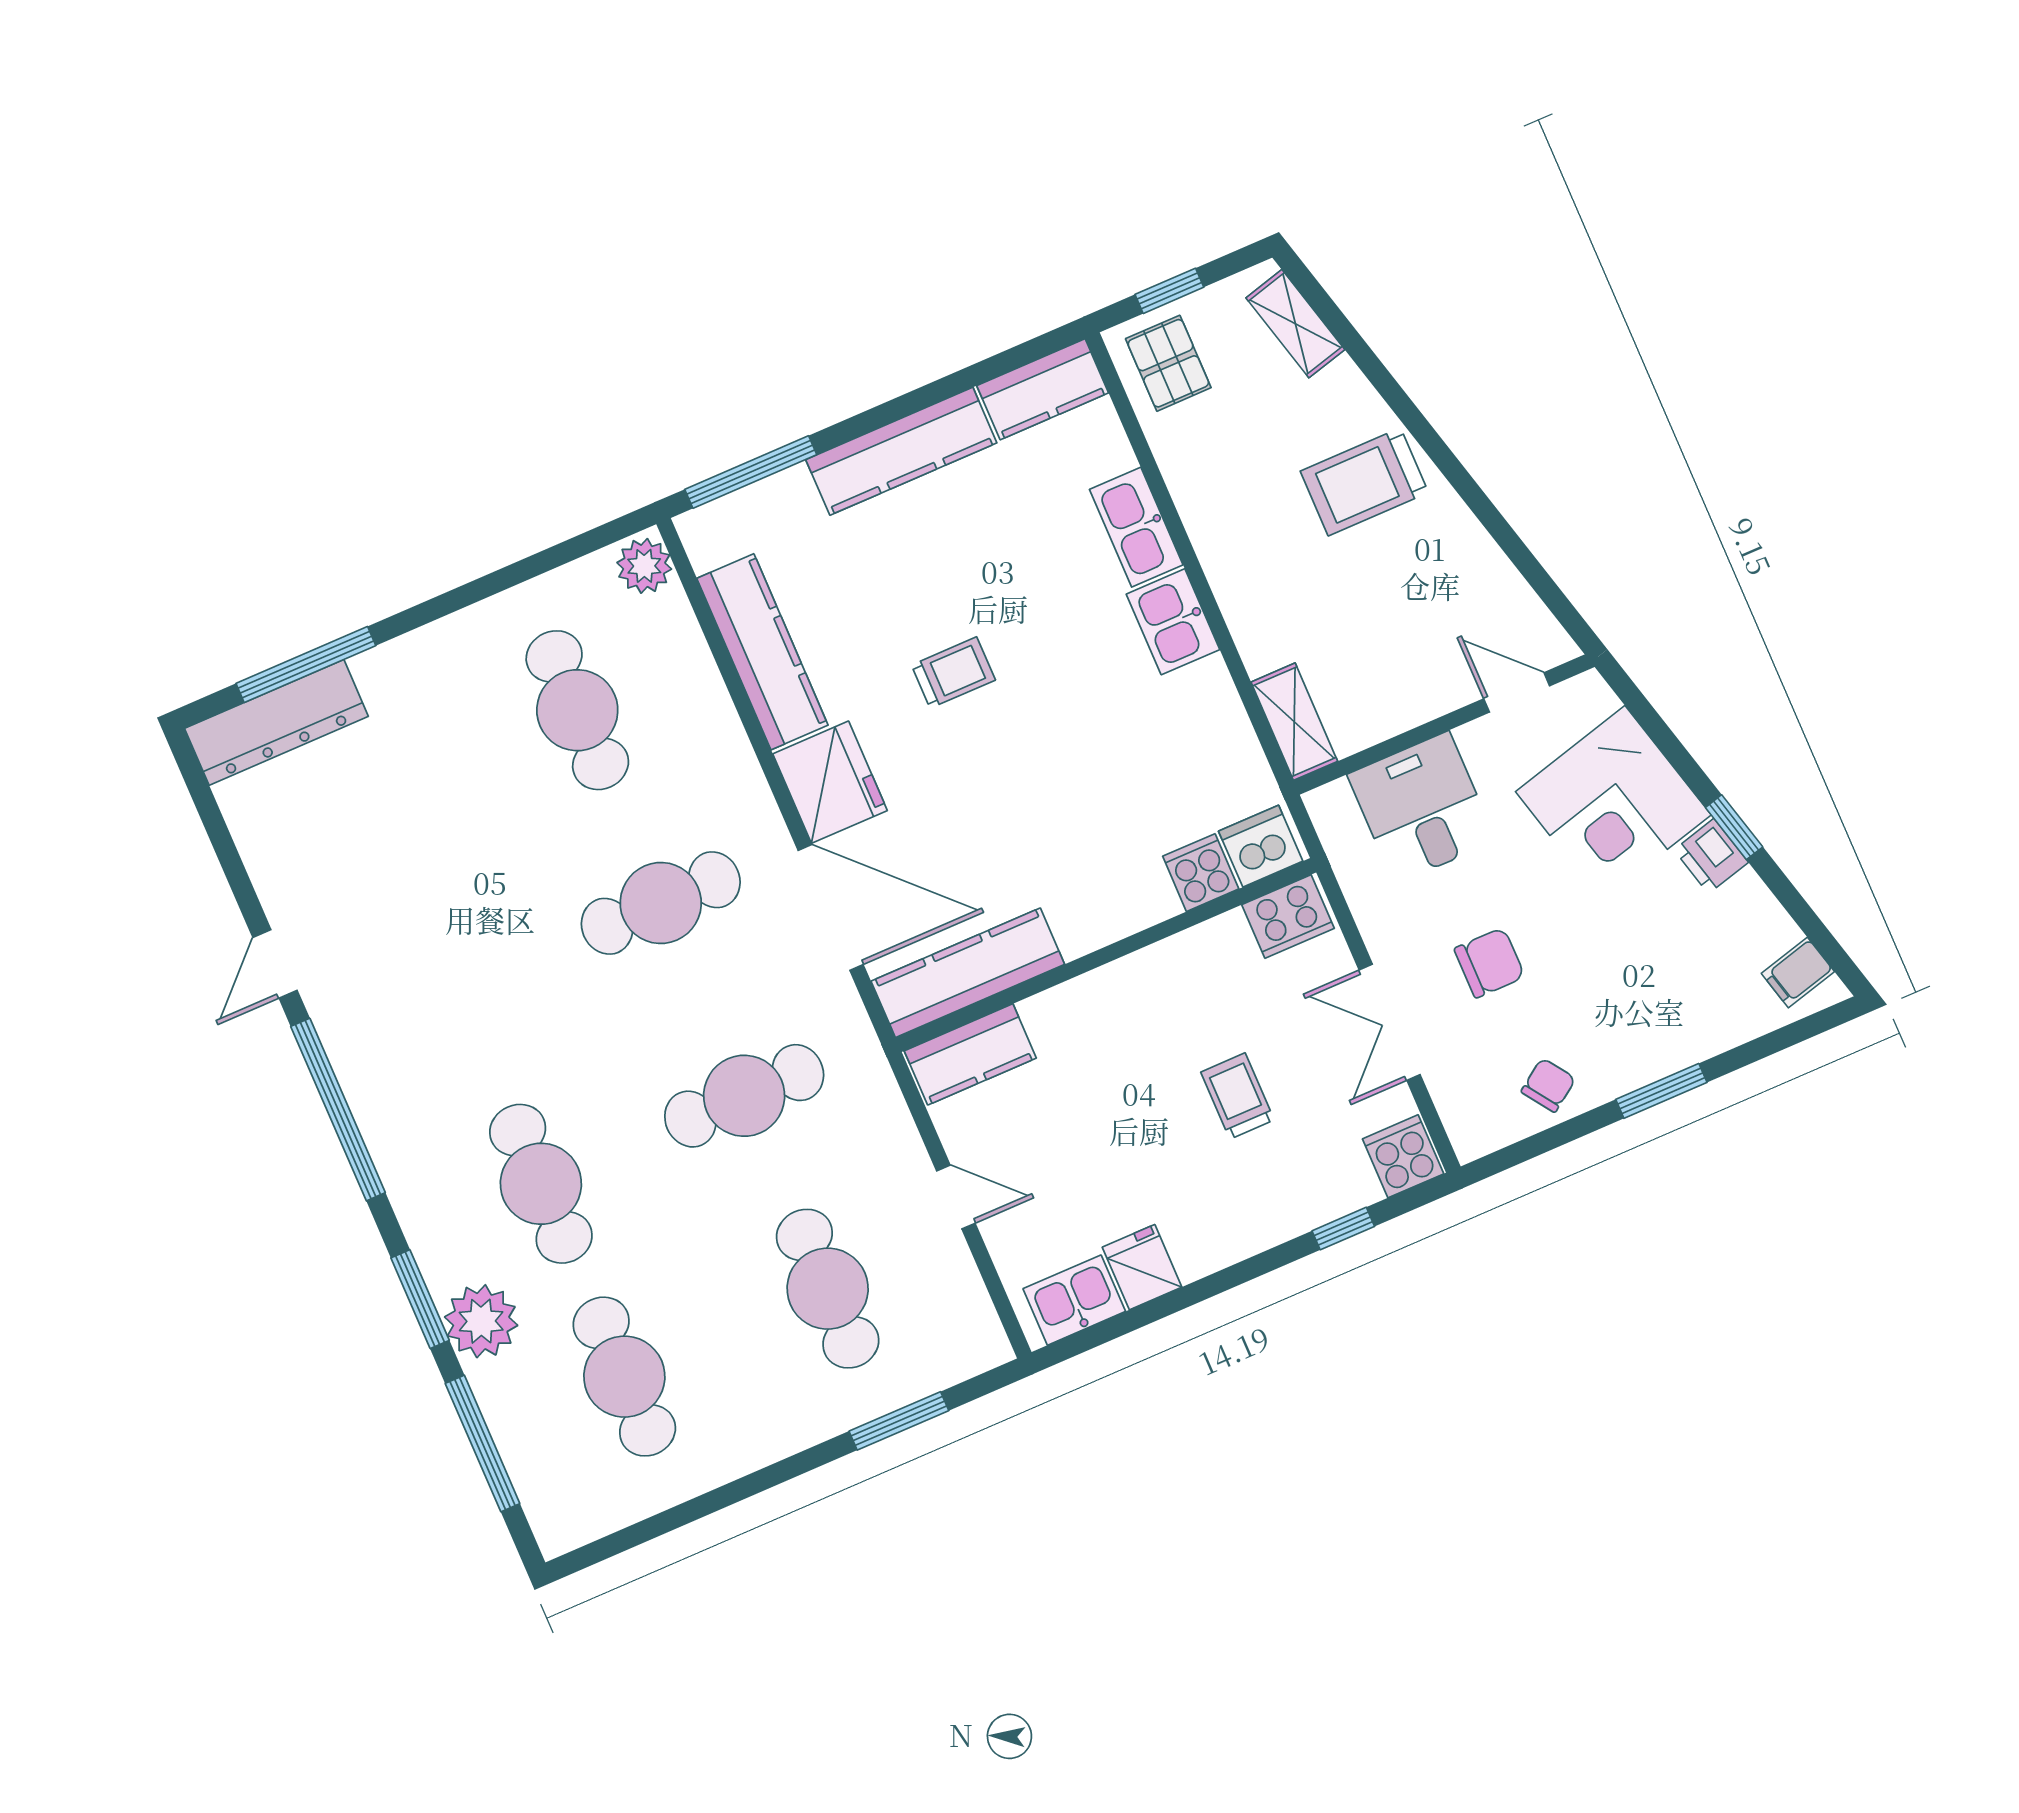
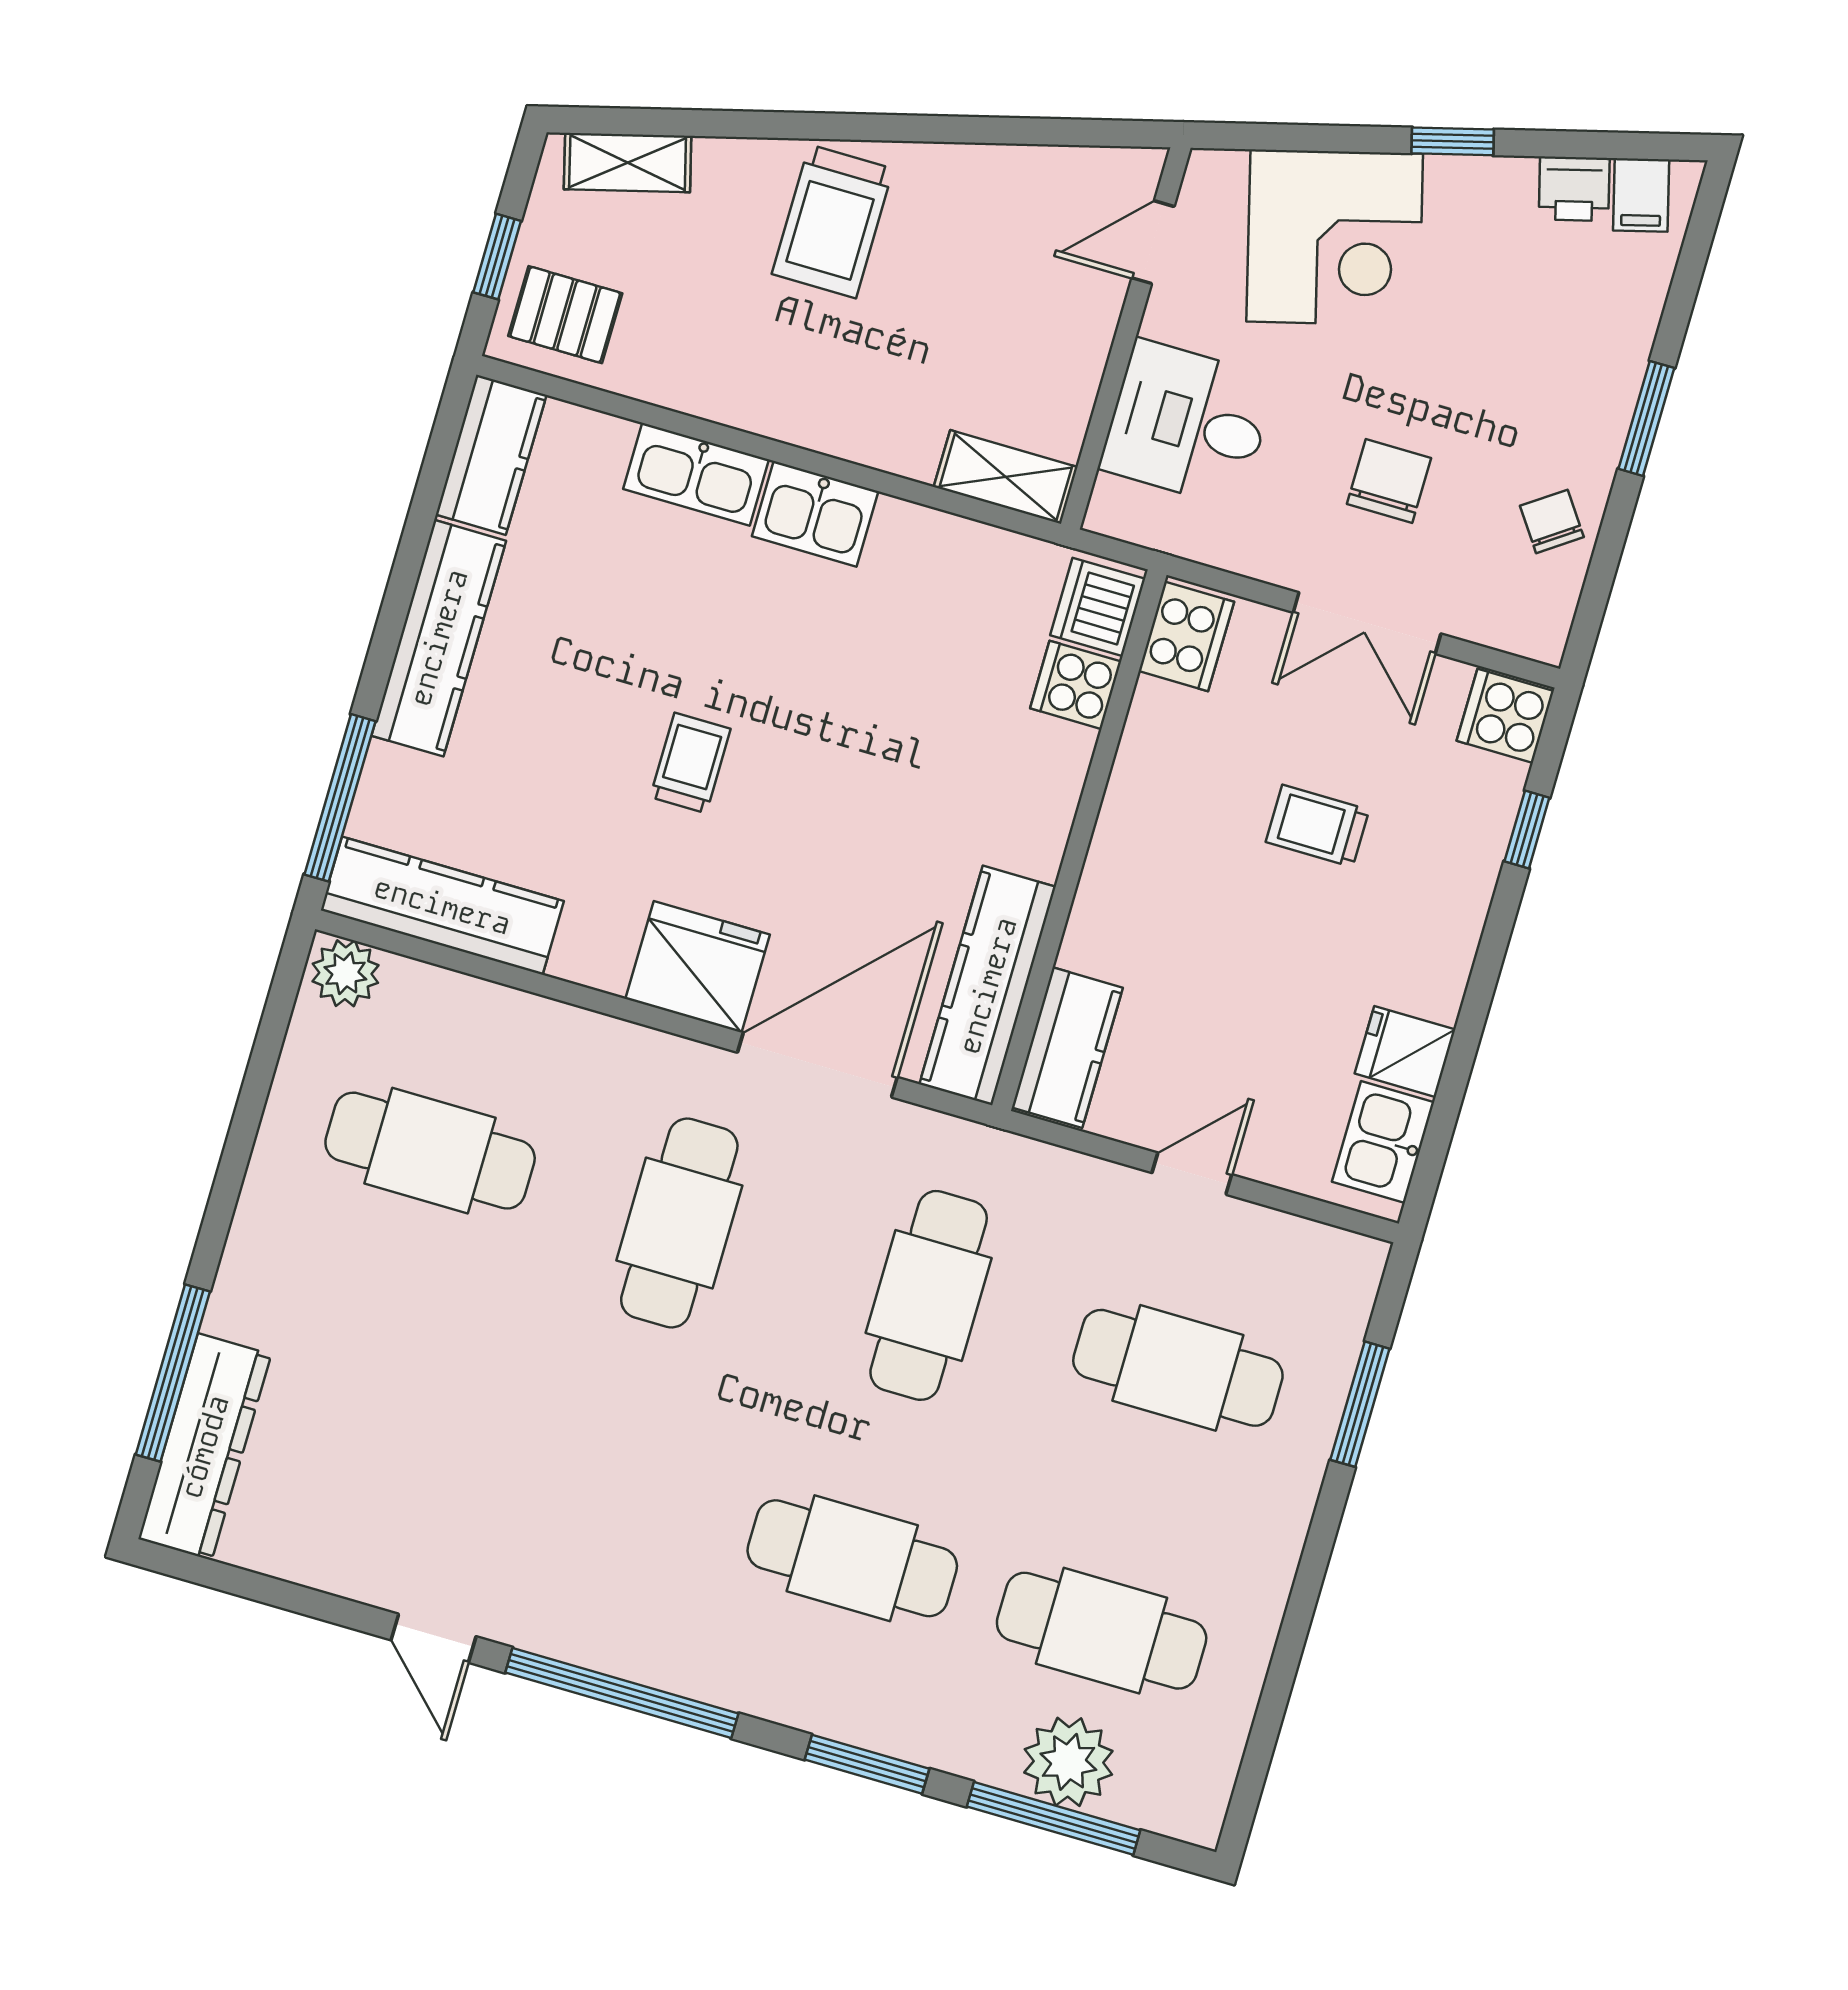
kitchen counter: (762, 652) -> (442, 906), moved
printer: (1711, 856) -> (1574, 189), moved
plant: (481, 1321) -> (1068, 1762), moved

